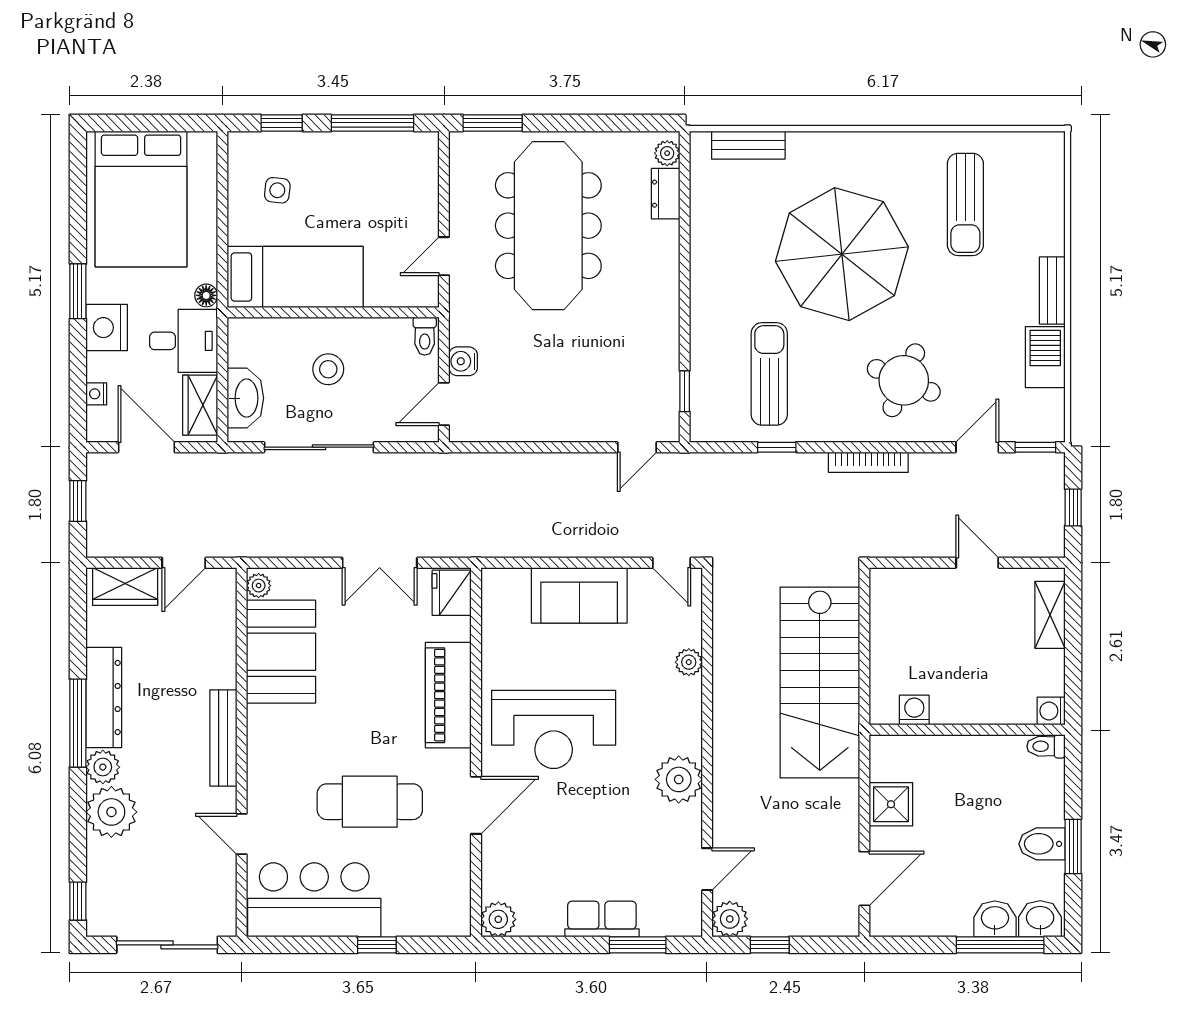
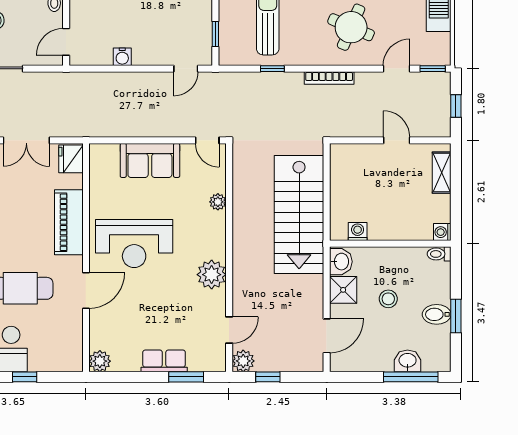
water cooler: (463, 361) -> (122, 57), moved, turned -90
stool: (964, 819) -> (388, 299), added
washbasin: (1040, 919) -> (341, 262), moved, turned 90

